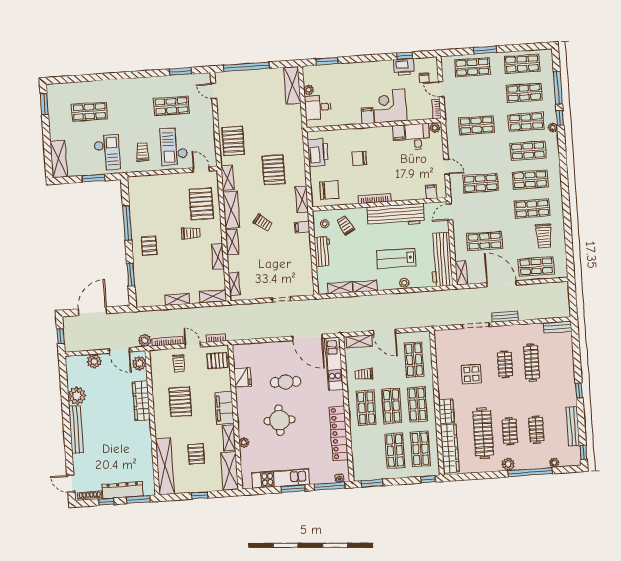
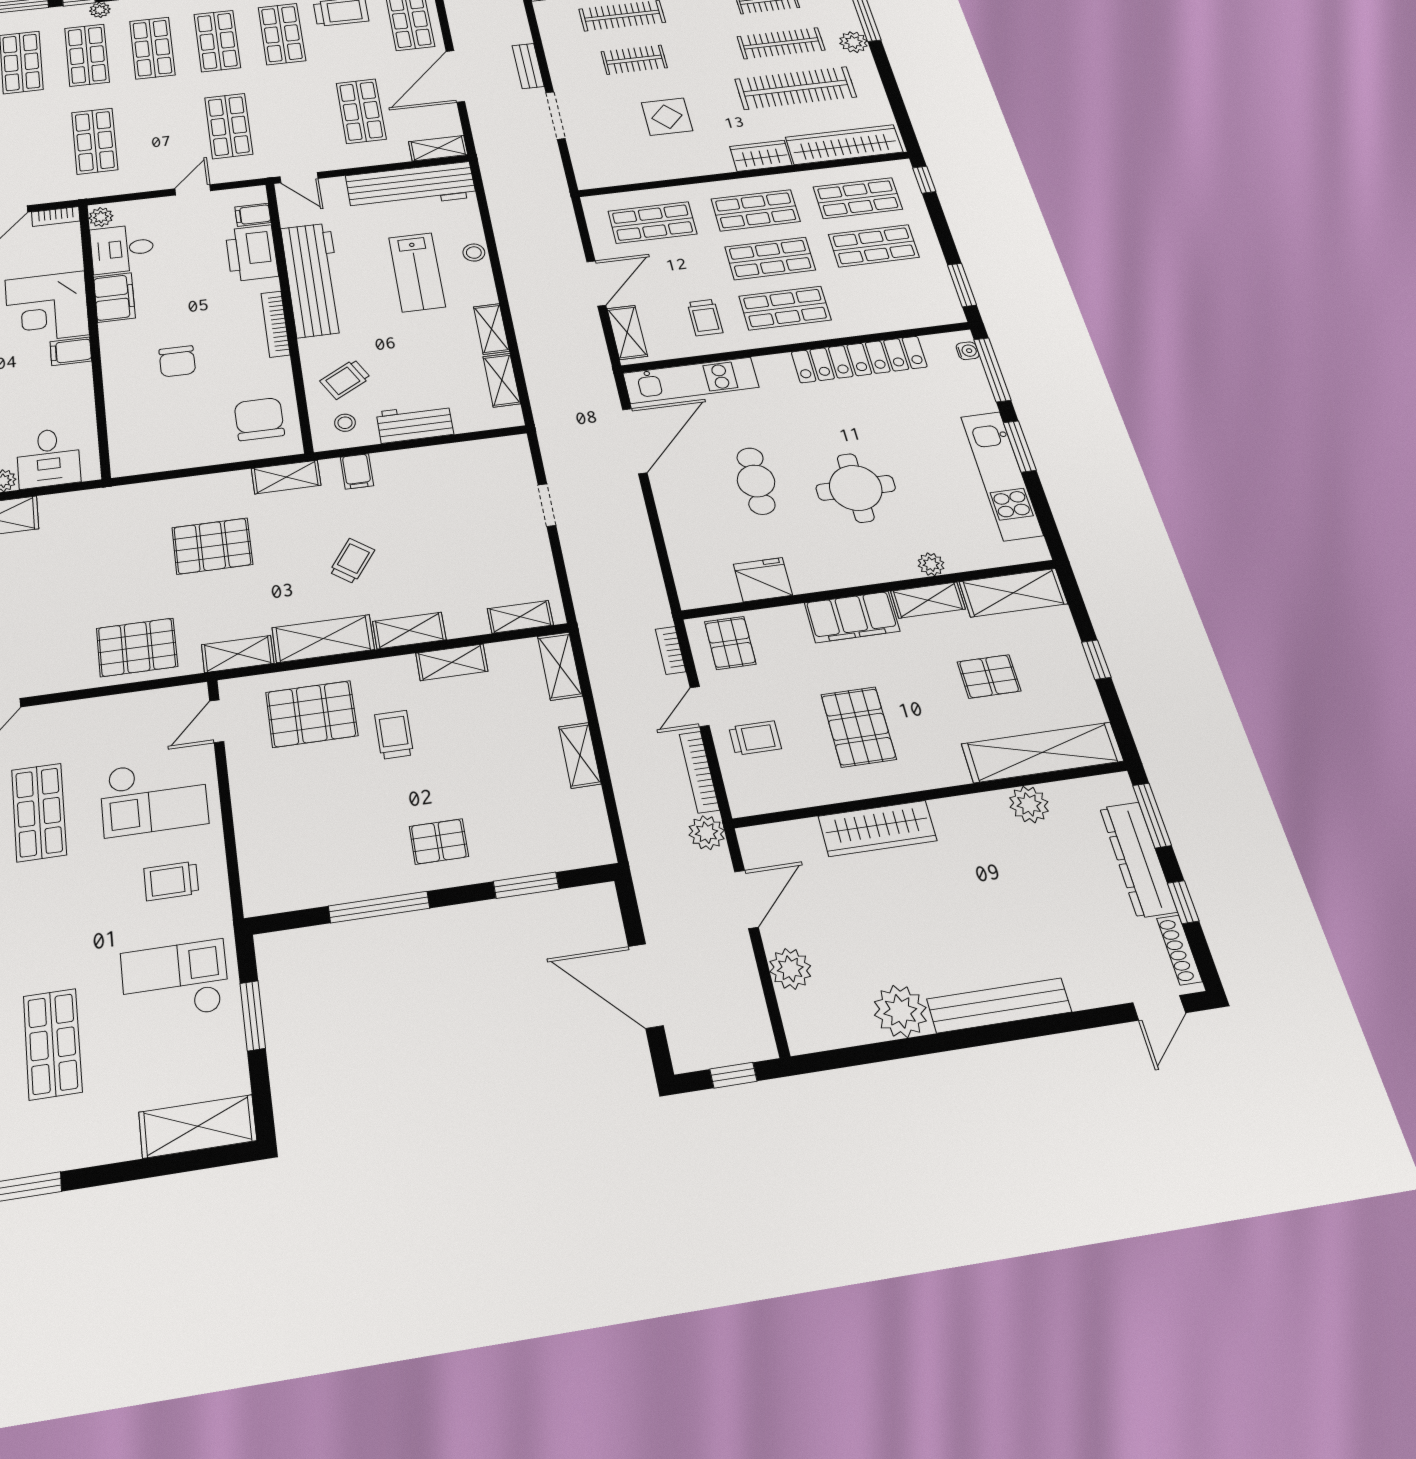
filing cabinet: (399, 133) -> (114, 297), width x2.00
printer: (318, 152) -> (252, 253), moved, turned -90
plant: (139, 363) -> (1029, 804), moved
pallet: (180, 402) -> (858, 727), turned 90
clothes rail: (510, 431) -> (781, 43), width x1.36

